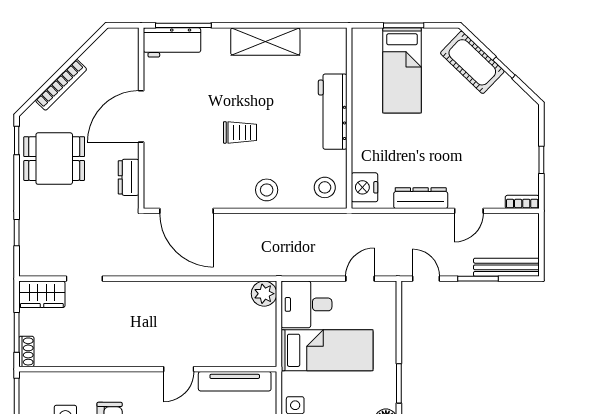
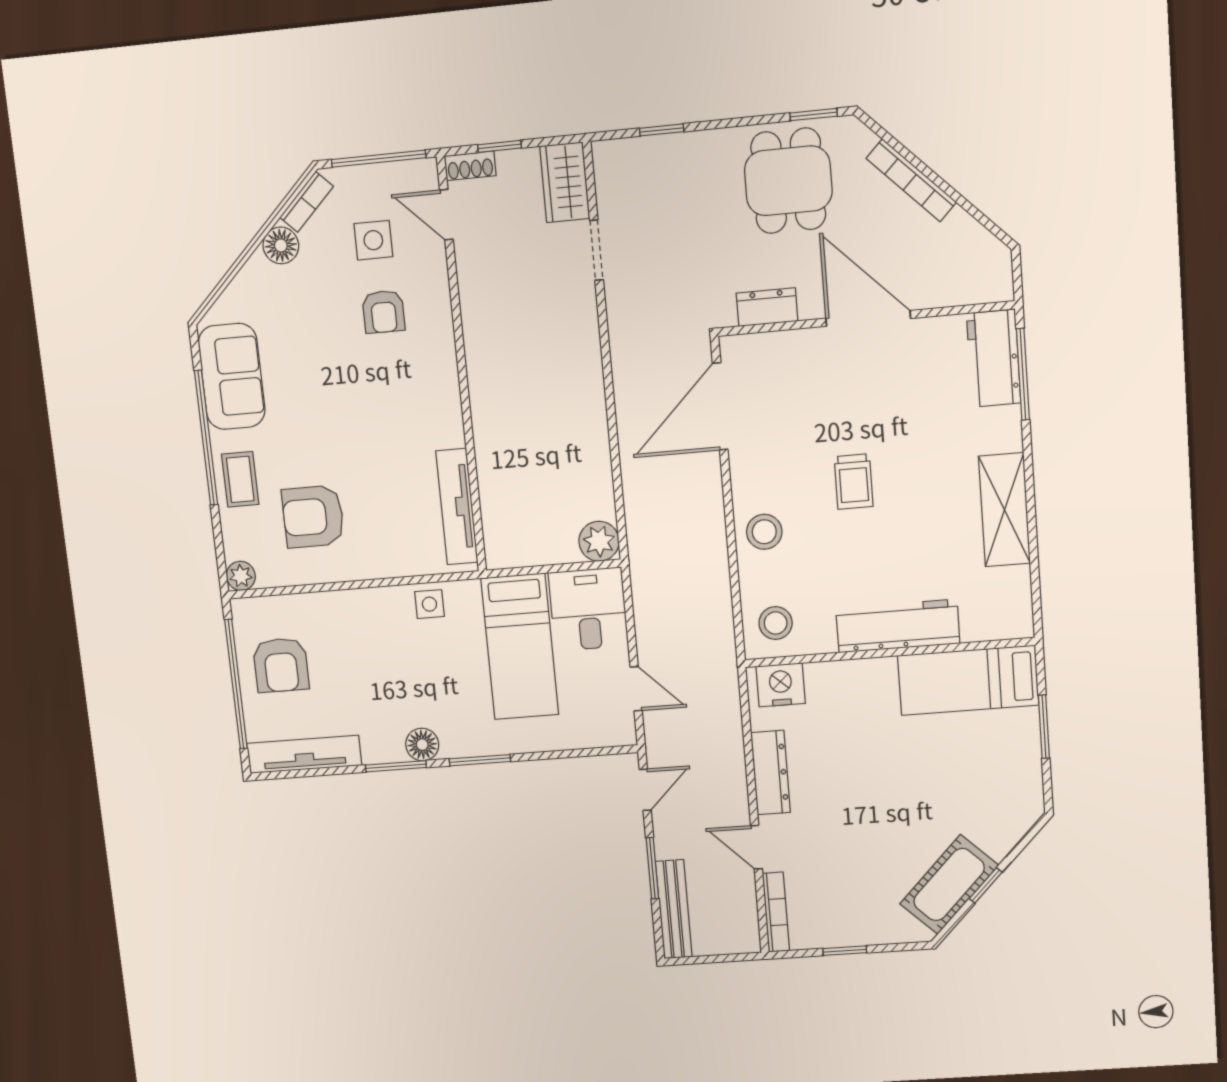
cot: (472, 62) -> (949, 885), moved
bed: (402, 70) -> (968, 680), moved
bookcase: (522, 202) -> (776, 912), width x1.56
window: (17, 332) -> (500, 146), width x0.67
door: (179, 369) -> (446, 215), moved

